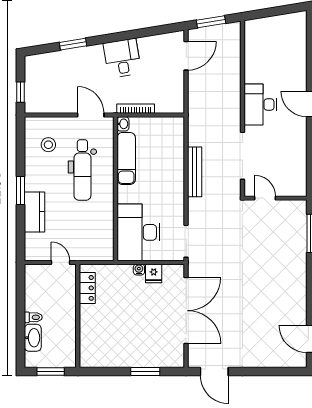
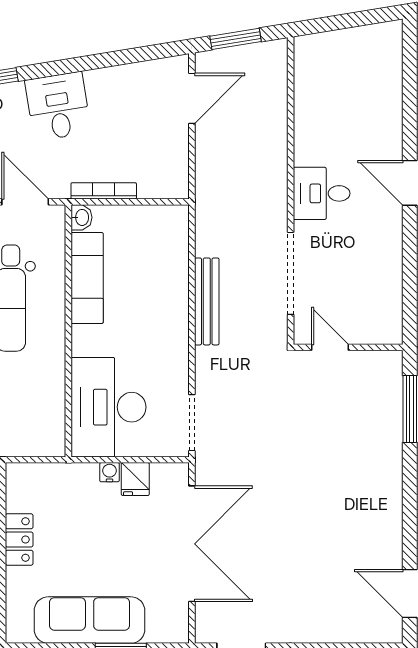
desk: (122, 58) -> (58, 106), moved
desk: (260, 105) -> (322, 193), width x0.73
locker: (87, 288) -> (19, 539), moved
sofa: (127, 354) -> (90, 620), added

